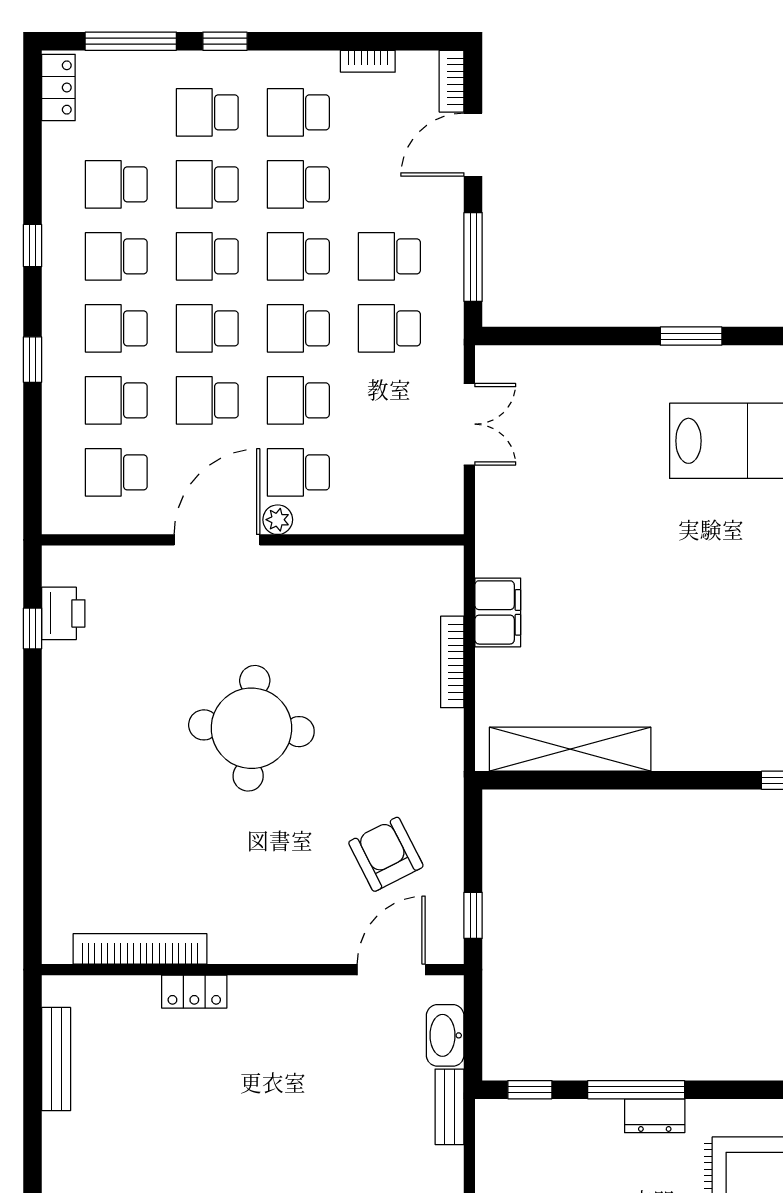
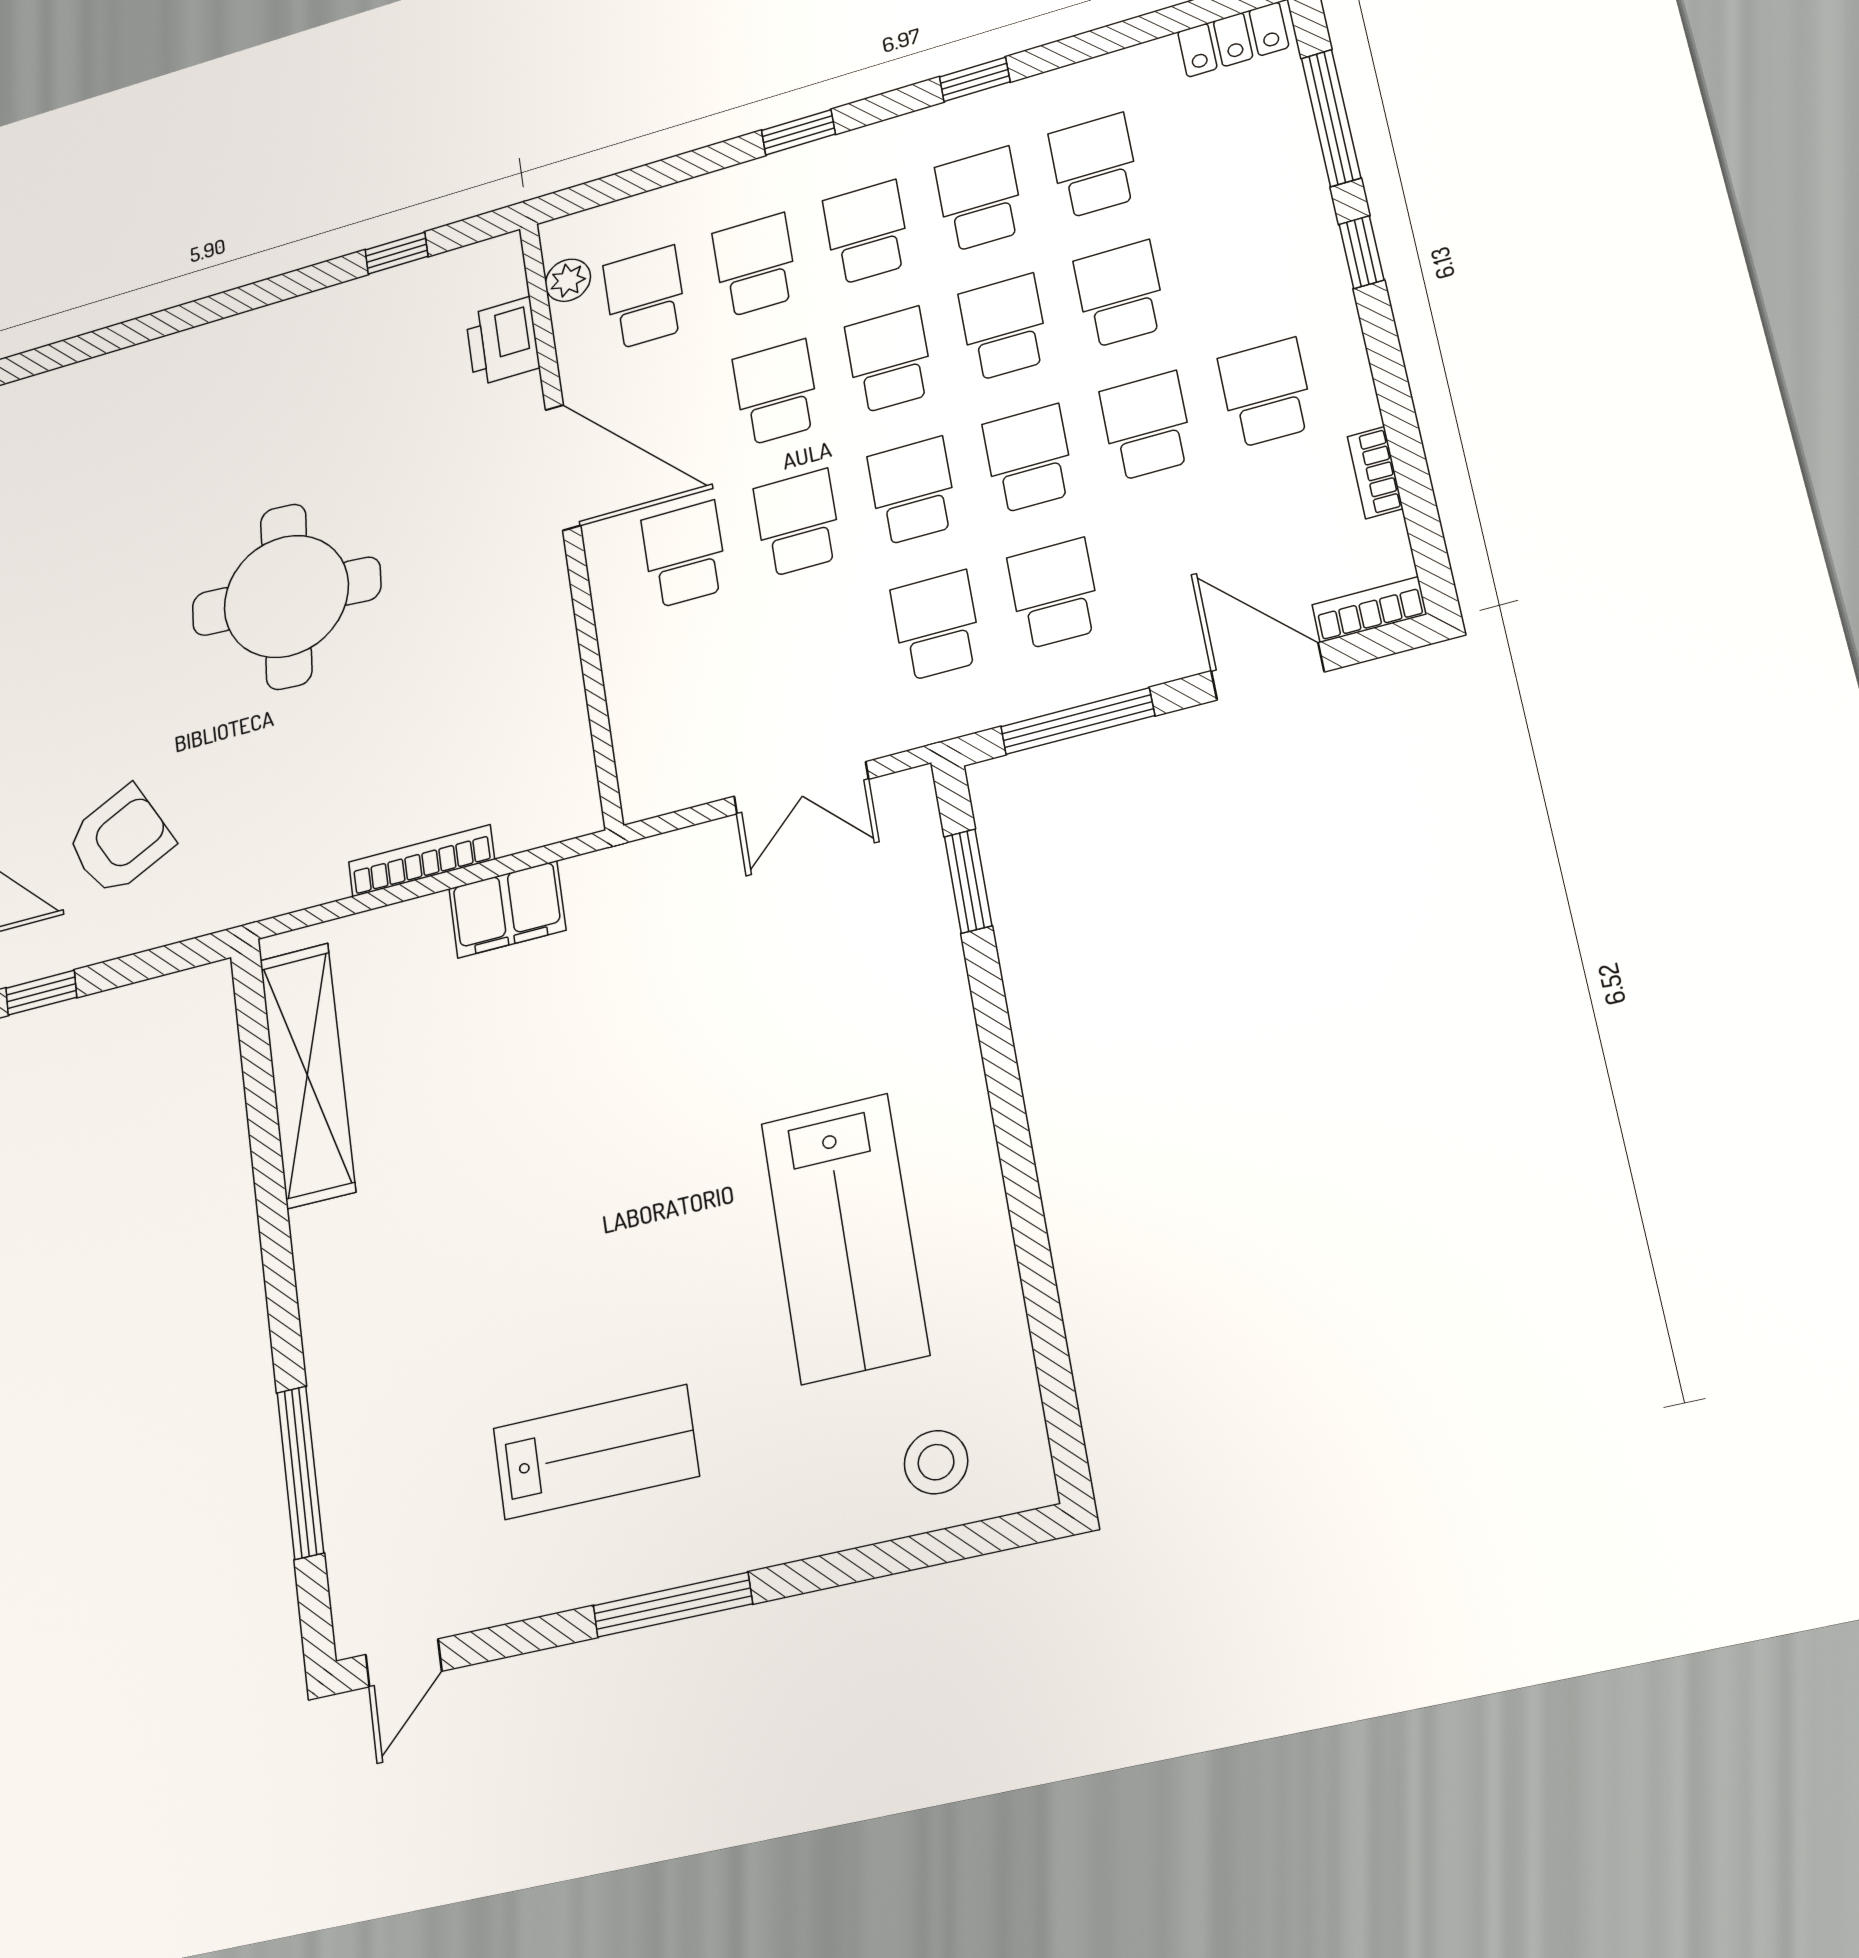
school desk: (207, 112) -> (1238, 260), removed
window: (691, 336) -> (968, 881), moved
plant: (278, 520) -> (568, 280), moved
printer: (63, 613) -> (503, 341), moved, turned 90

